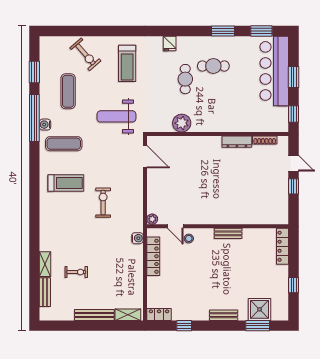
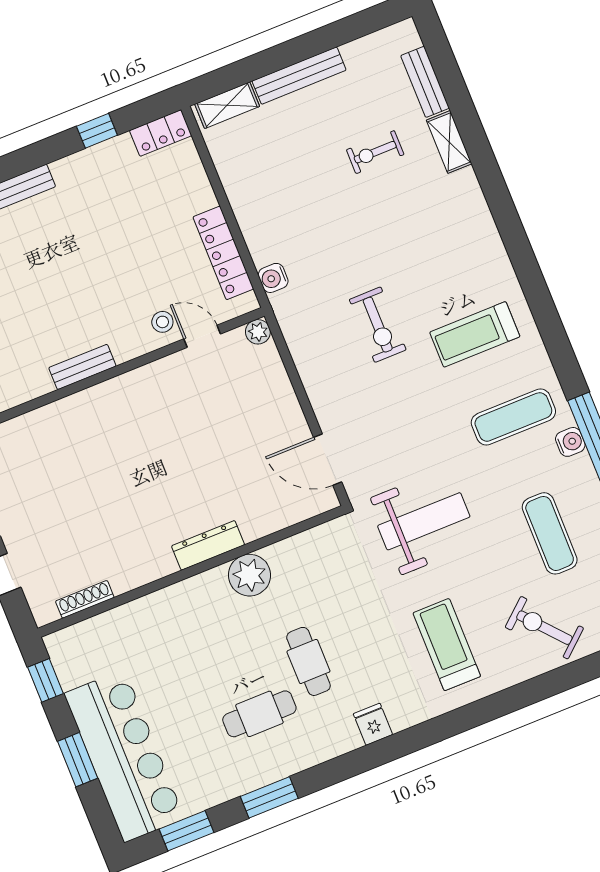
plant: (182, 123) -> (249, 575), moved
dresser: (237, 142) -> (208, 545), moved

